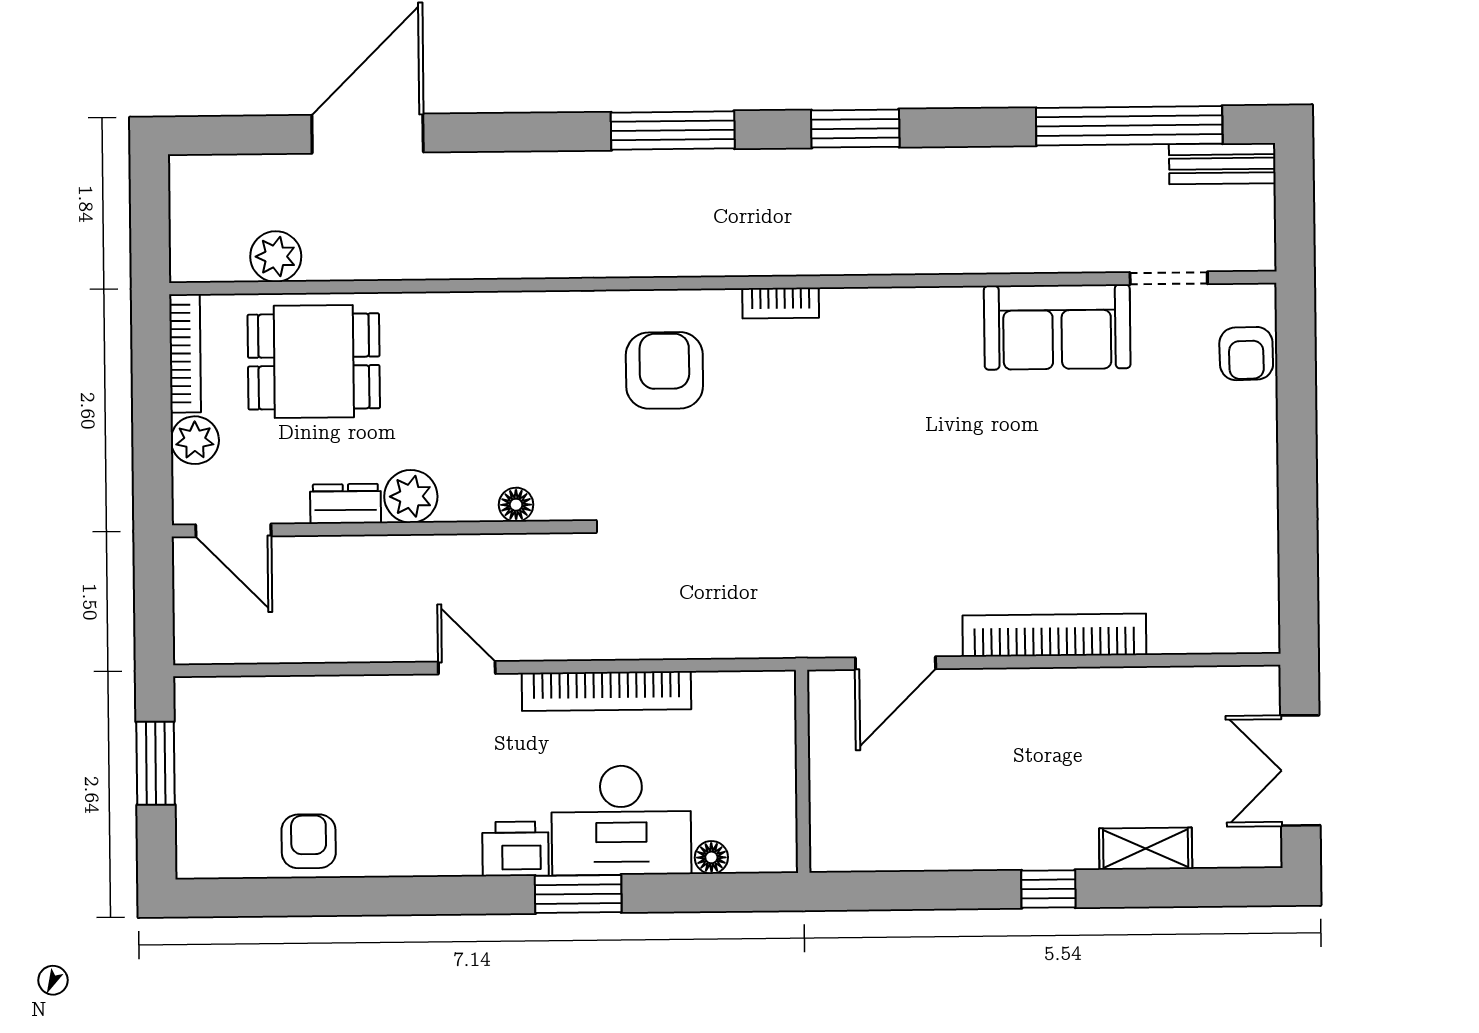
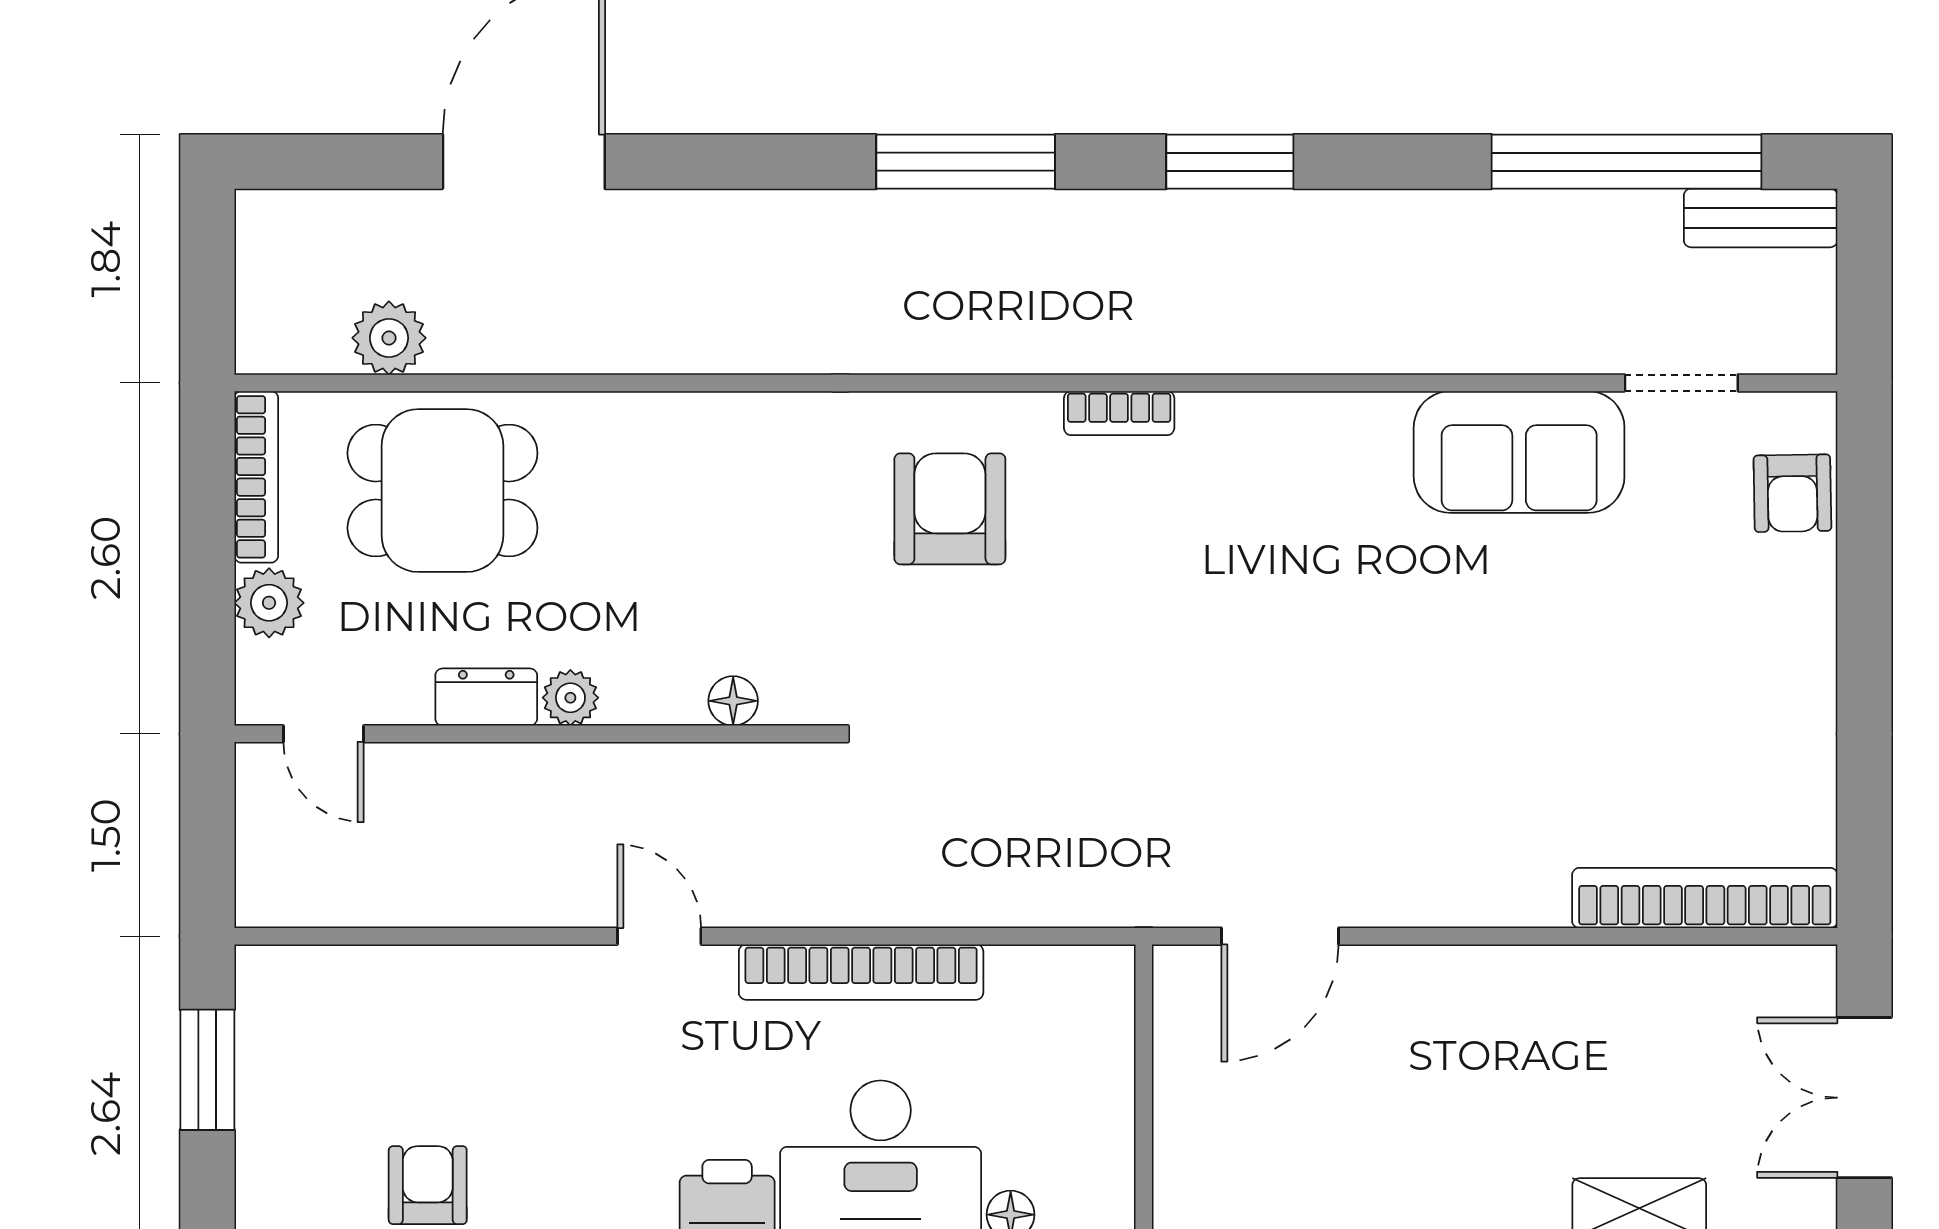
plant: (411, 496) -> (570, 698), width x0.73, depth x0.73
door: (233, 530) -> (324, 734), width x0.73
bookcase: (1054, 635) -> (1705, 898), moved

